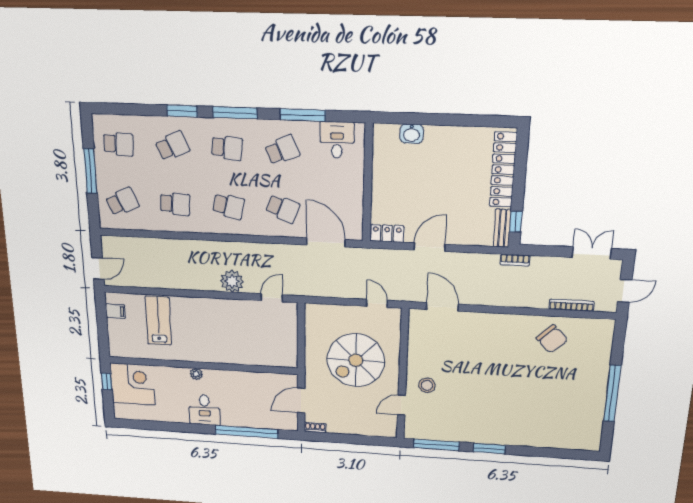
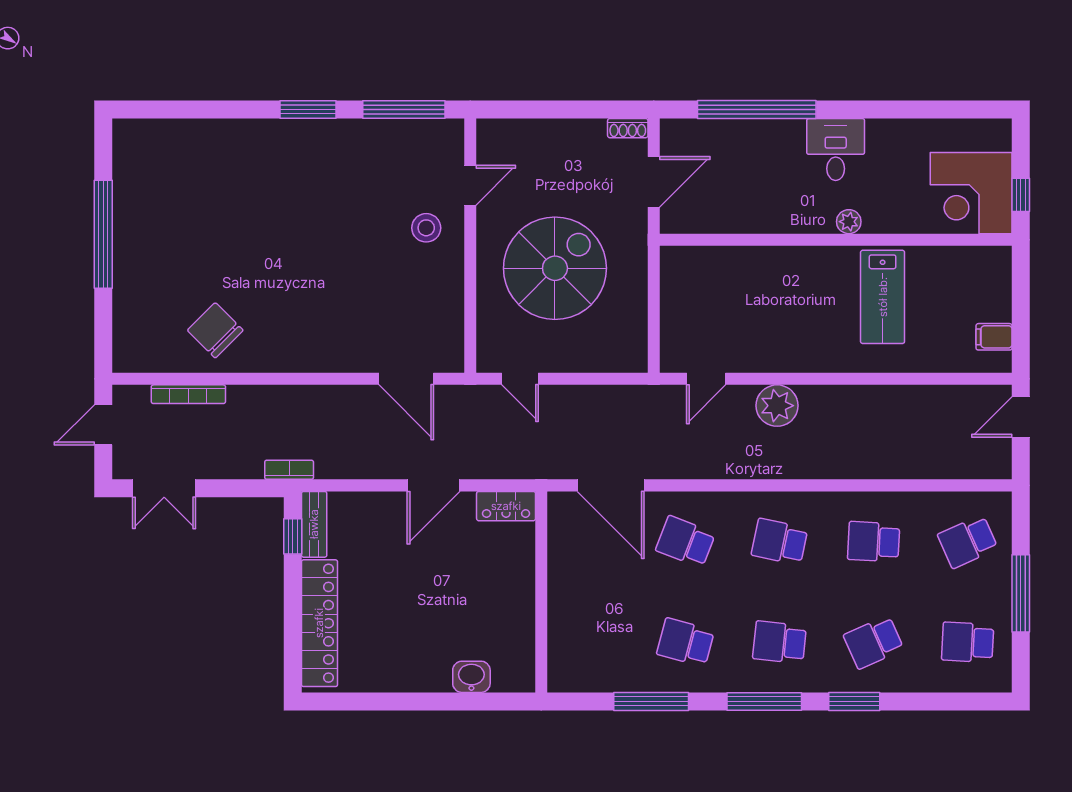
desk: (337, 140) -> (594, 662), removed
school desk: (282, 150) -> (685, 642), turned 39
lab bench: (158, 321) -> (883, 297), moved

